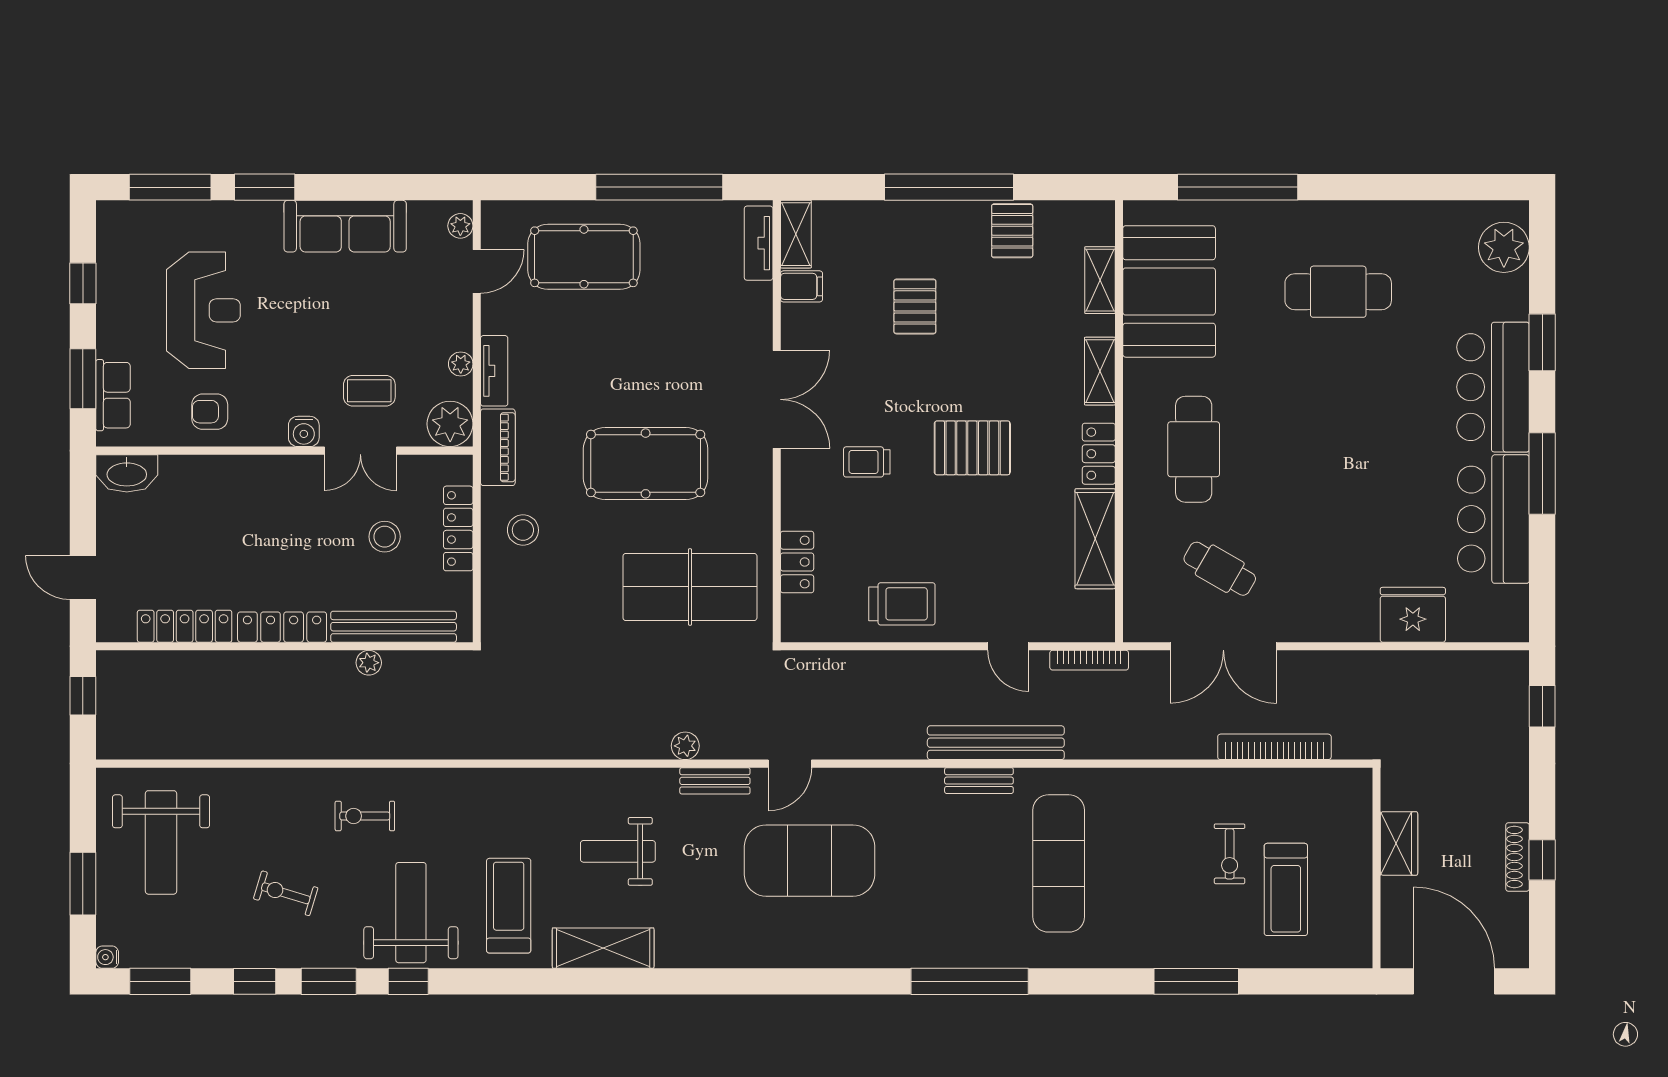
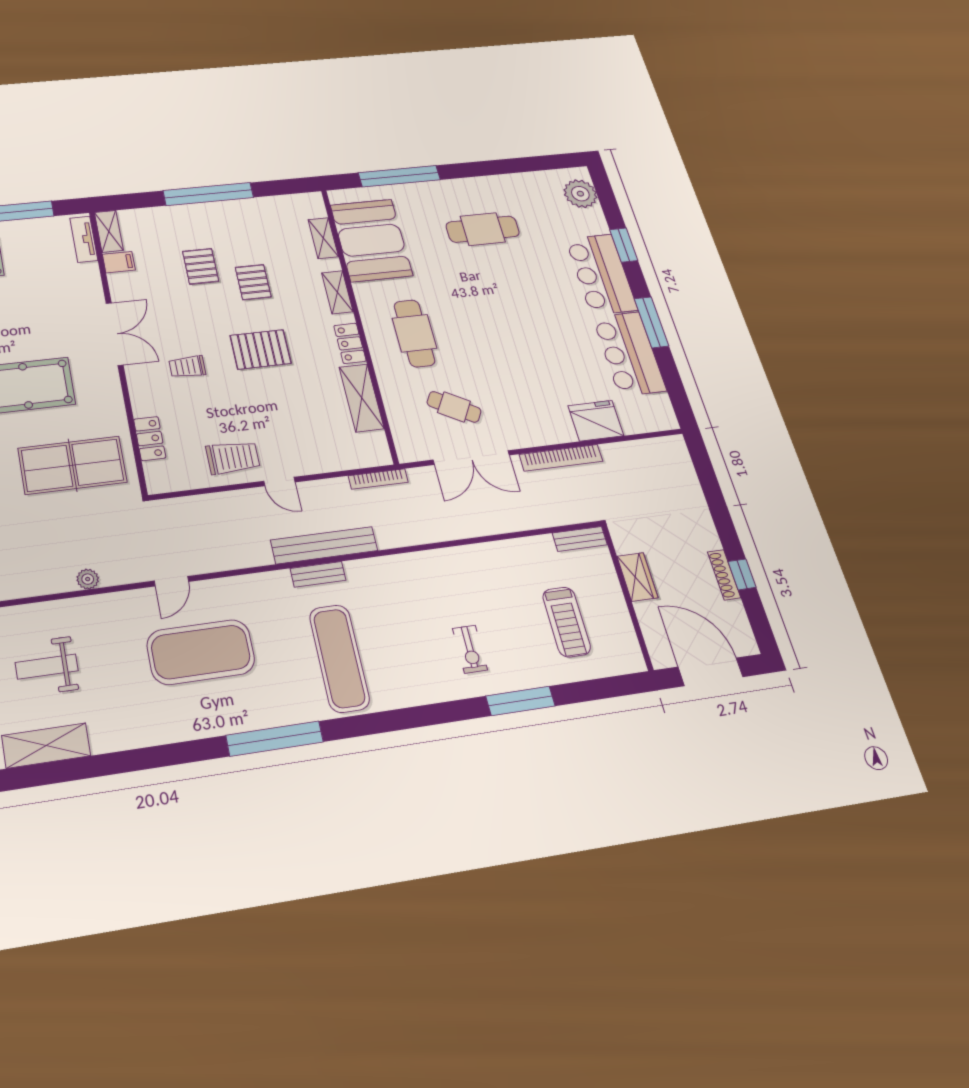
pallet: (1012, 231) -> (253, 282), moved
door: (1008, 646) -> (279, 482), moved
window: (1542, 706) -> (704, 469), removed
bookcase: (1274, 747) -> (561, 458), moved, turned 180
bench: (715, 781) -> (580, 539), moved
exercise bike: (1230, 854) -> (470, 649), moved
exercise mat: (1059, 863) -> (339, 658), moved
window: (970, 981) -> (275, 739), moved

